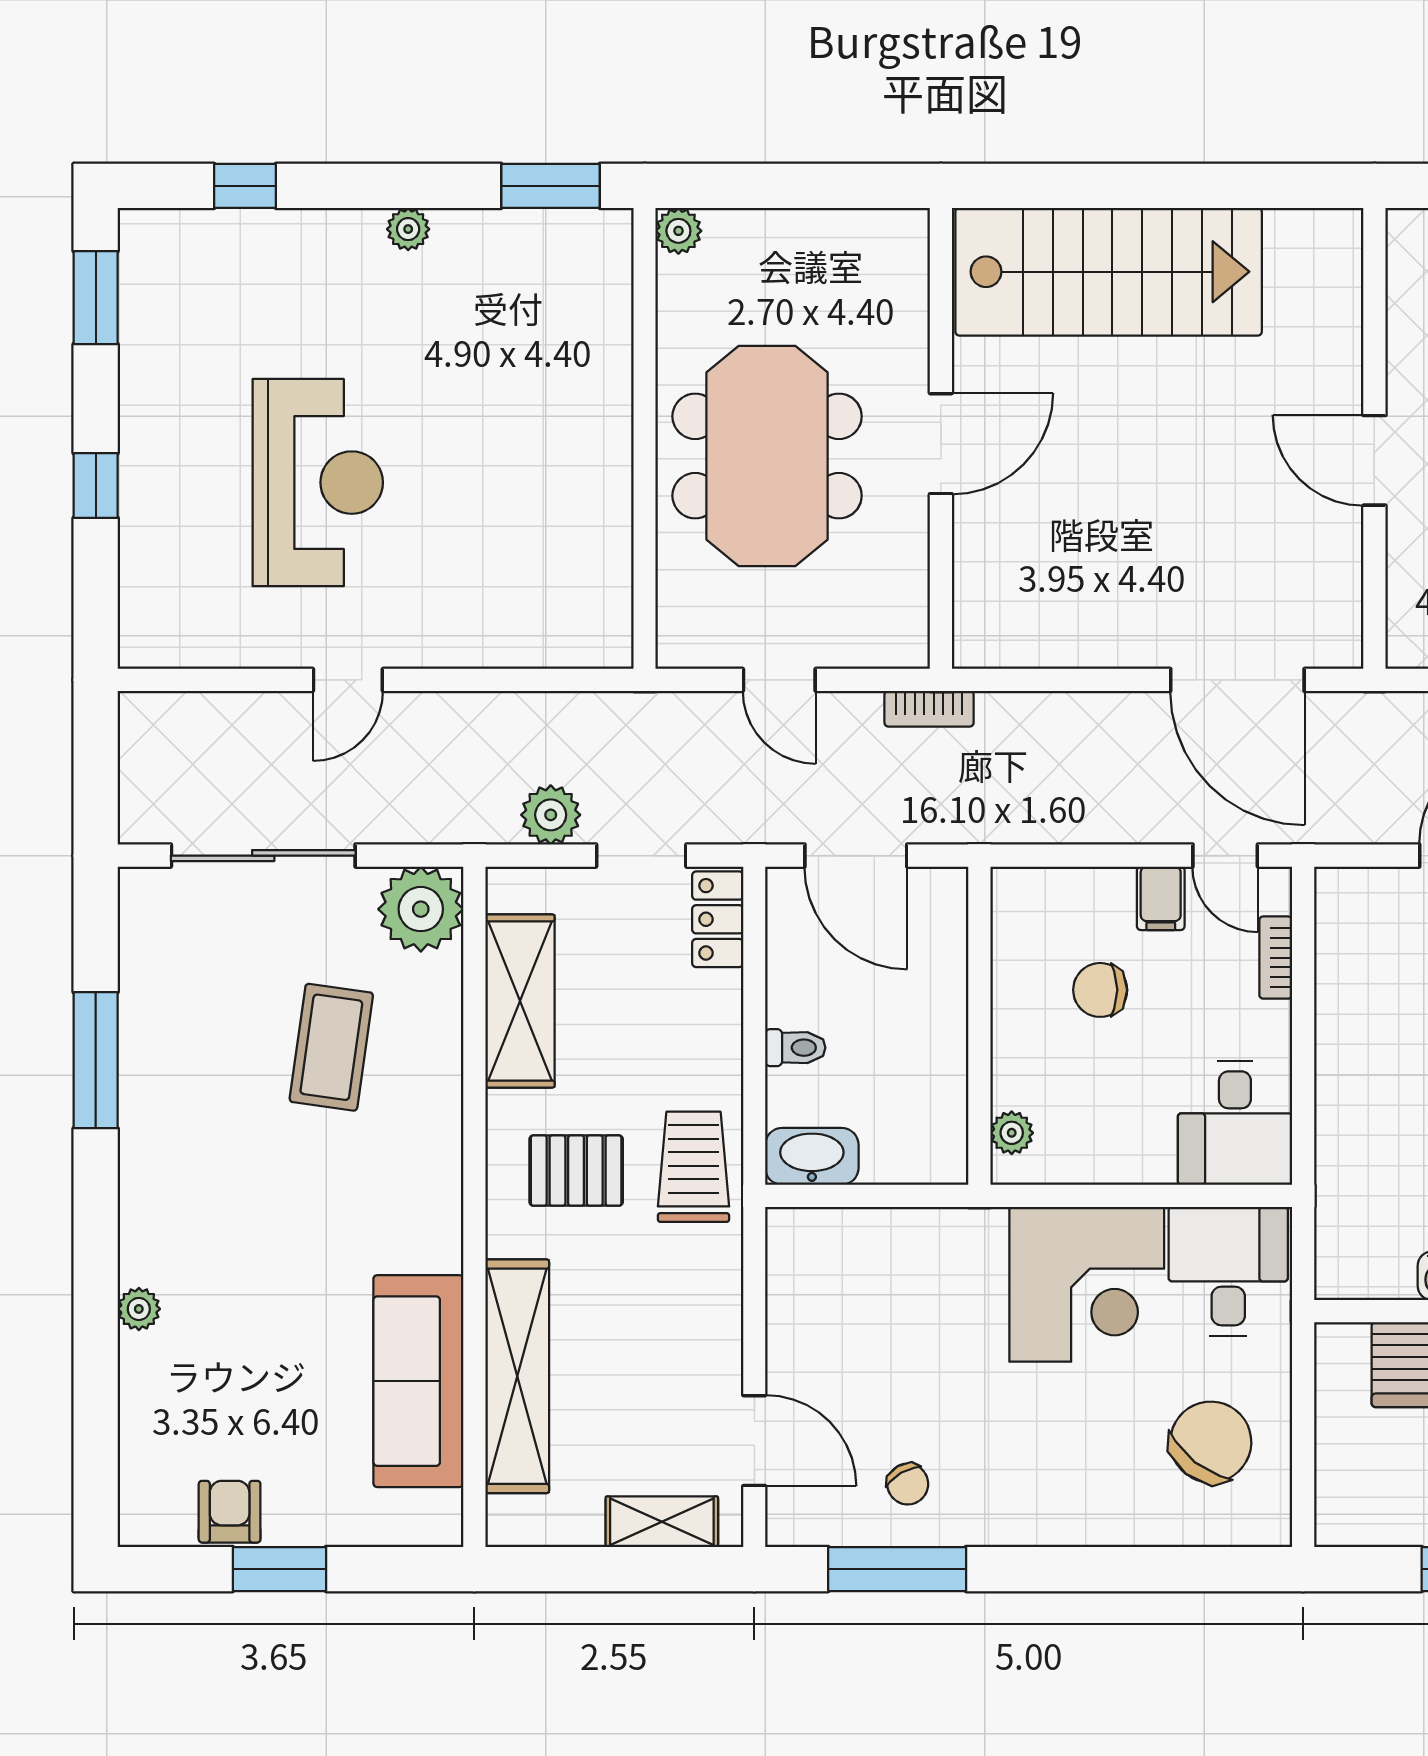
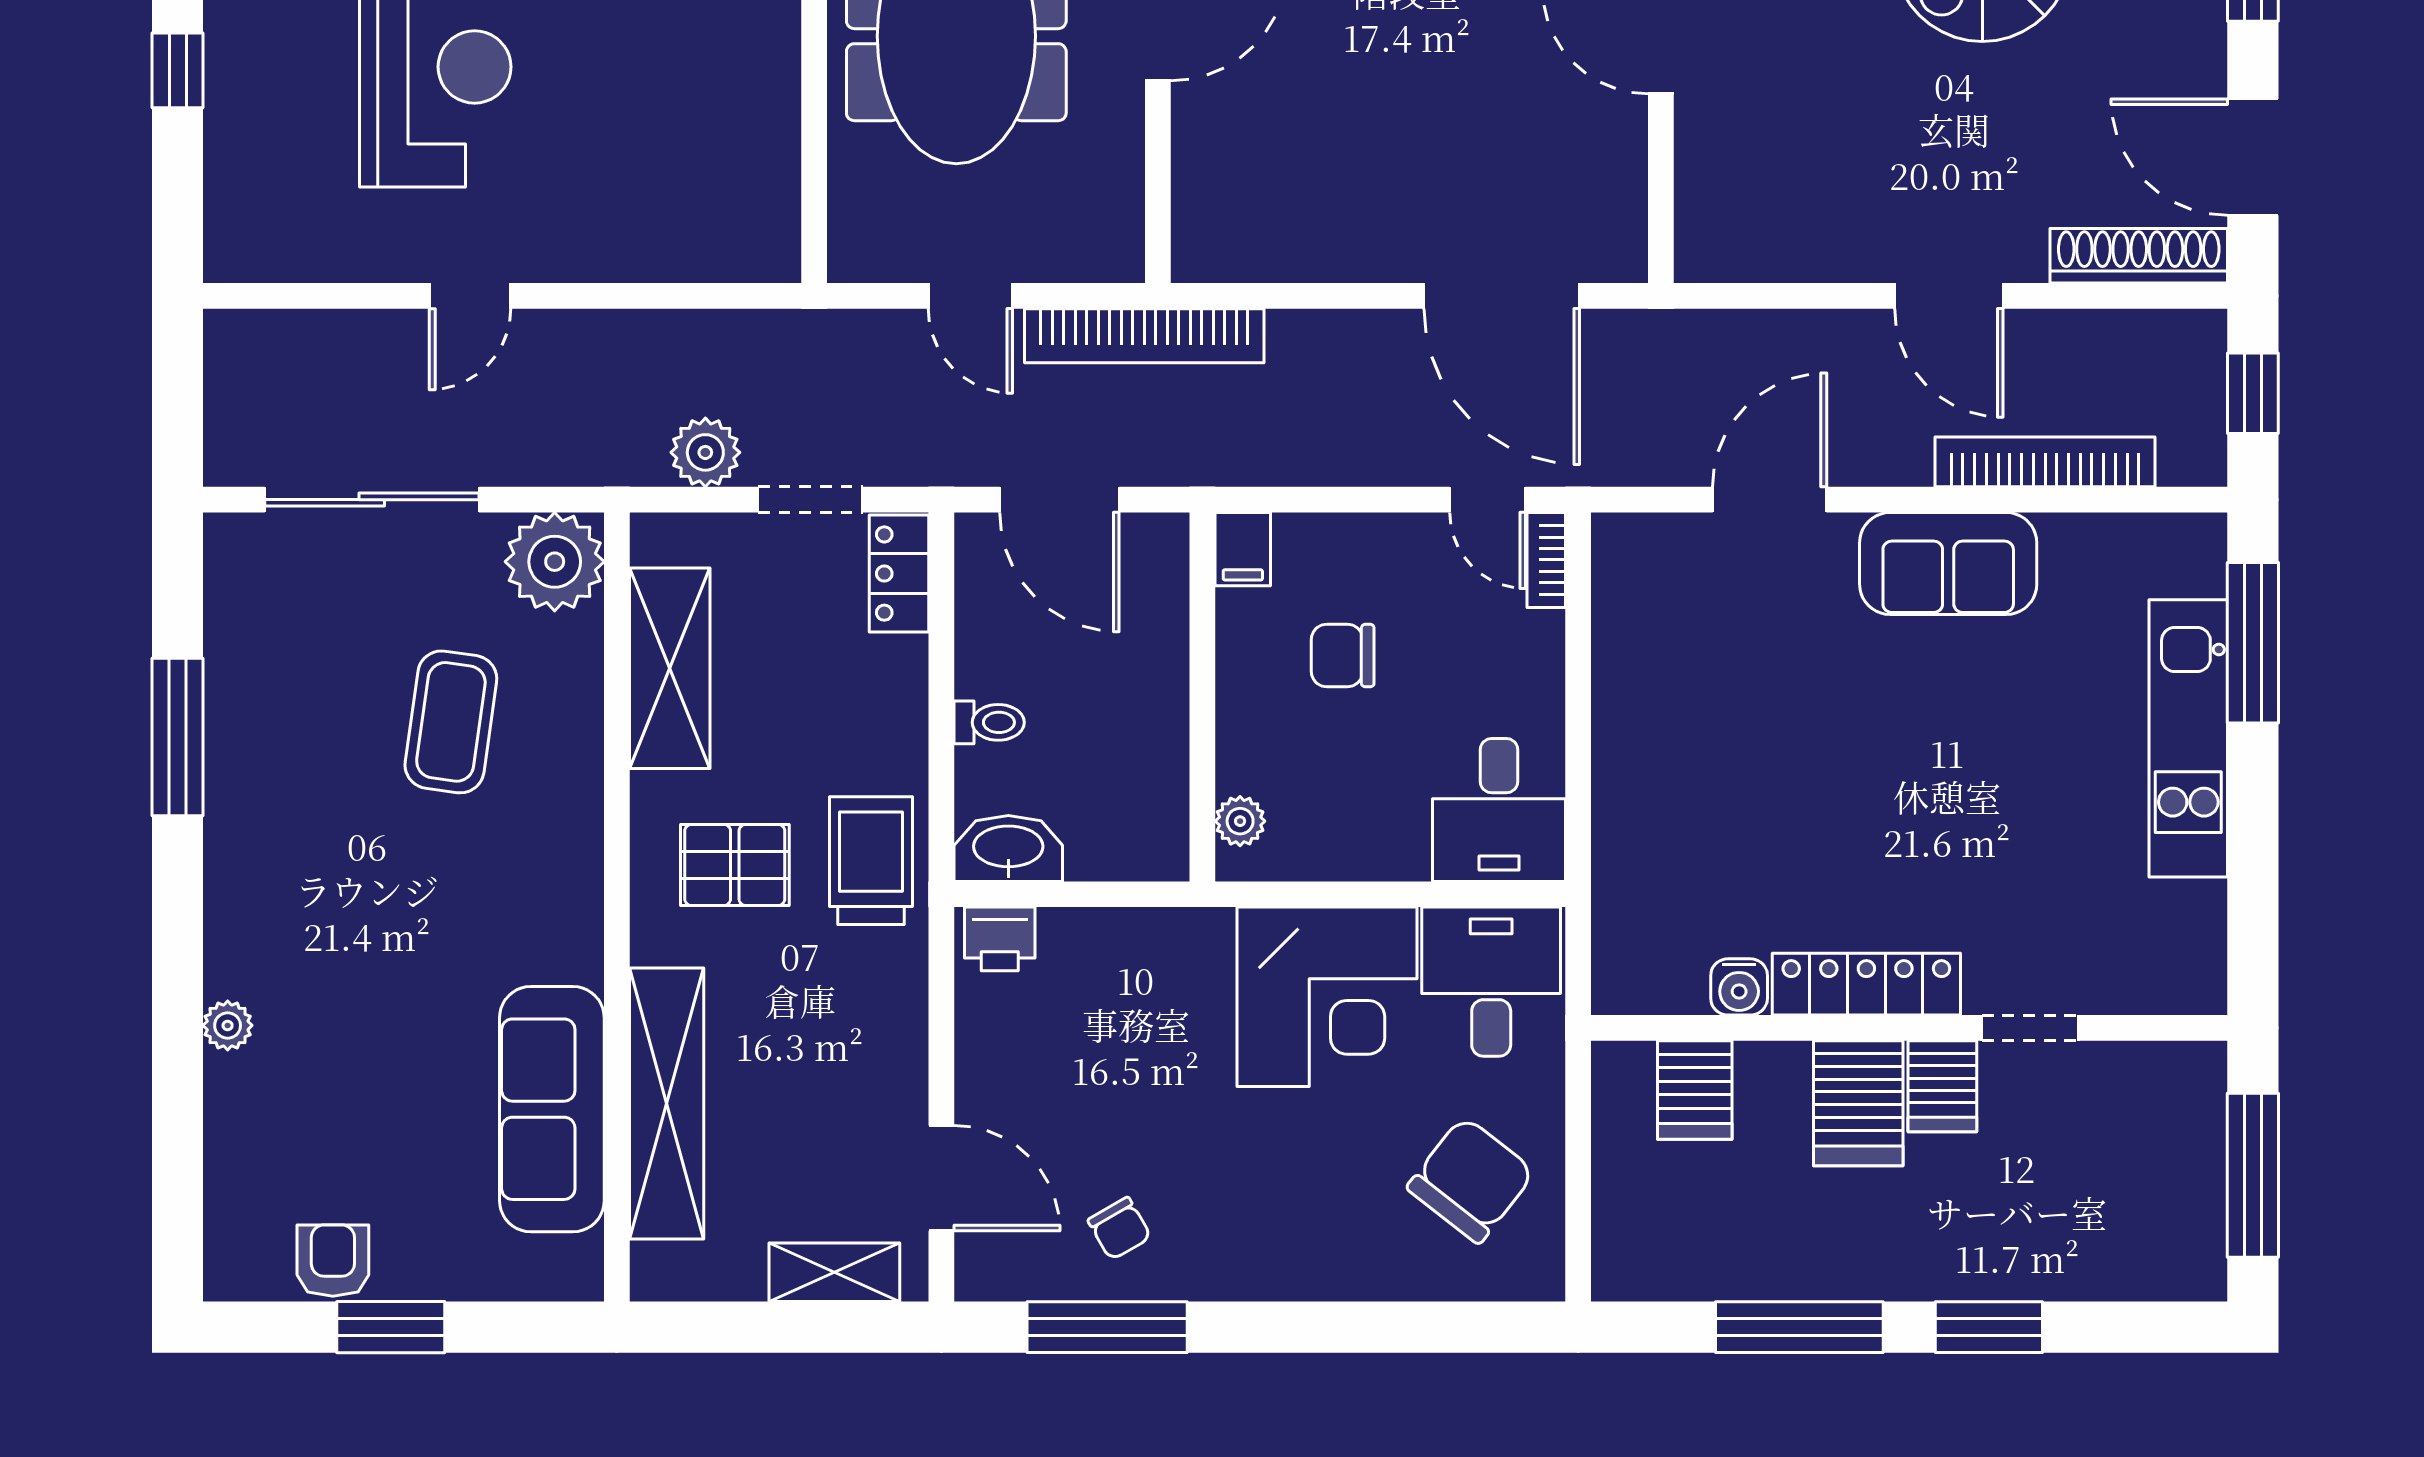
bookcase: (929, 709) -> (1144, 336), width x2.31, depth x1.31
filing cabinet: (1161, 898) -> (1243, 549), moved
bookcase: (1276, 958) -> (1546, 560), moved
printer: (805, 1234) -> (1000, 939), added

